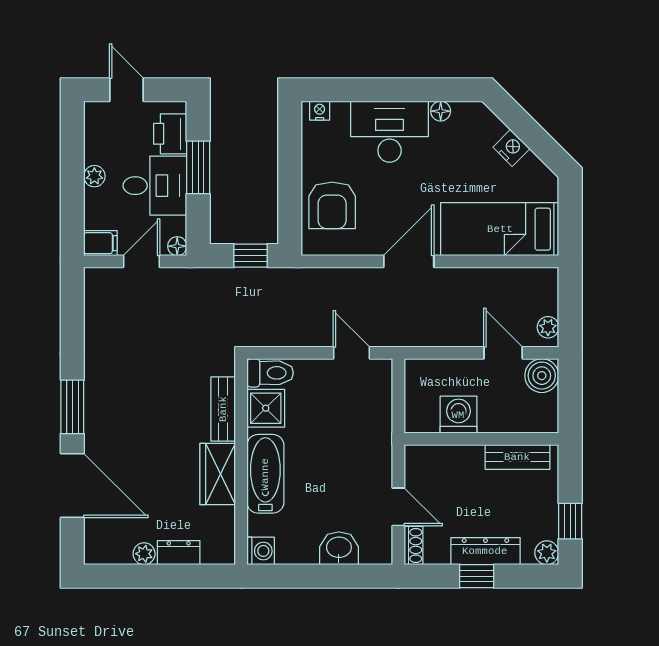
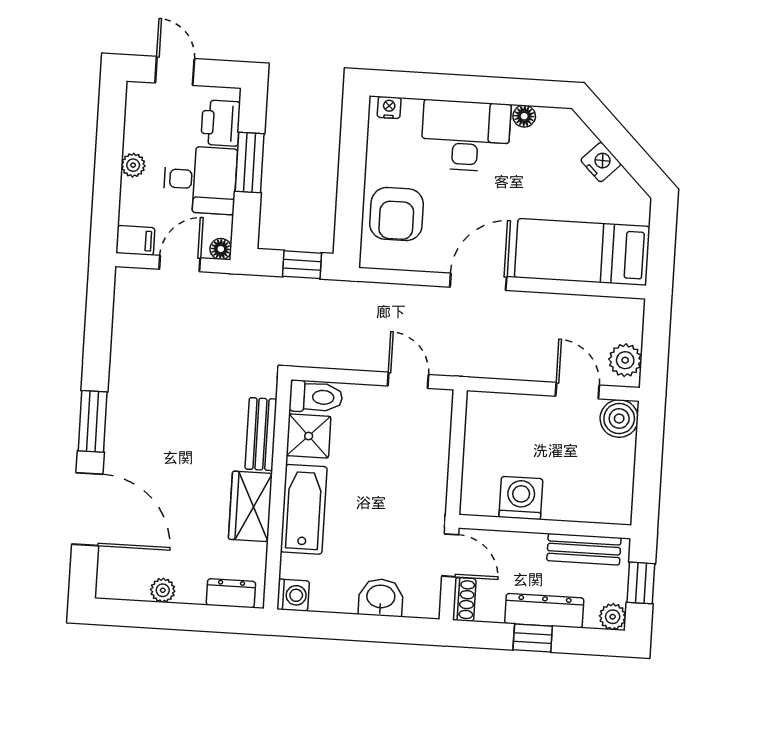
plant: (548, 327) -> (625, 360), width x1.38, depth x1.38
washing machine: (458, 415) -> (521, 498), moved
wall: (481, 439) -> (545, 527), moved
bench: (517, 457) -> (584, 549), moved
dresser: (179, 553) -> (231, 593), moved

